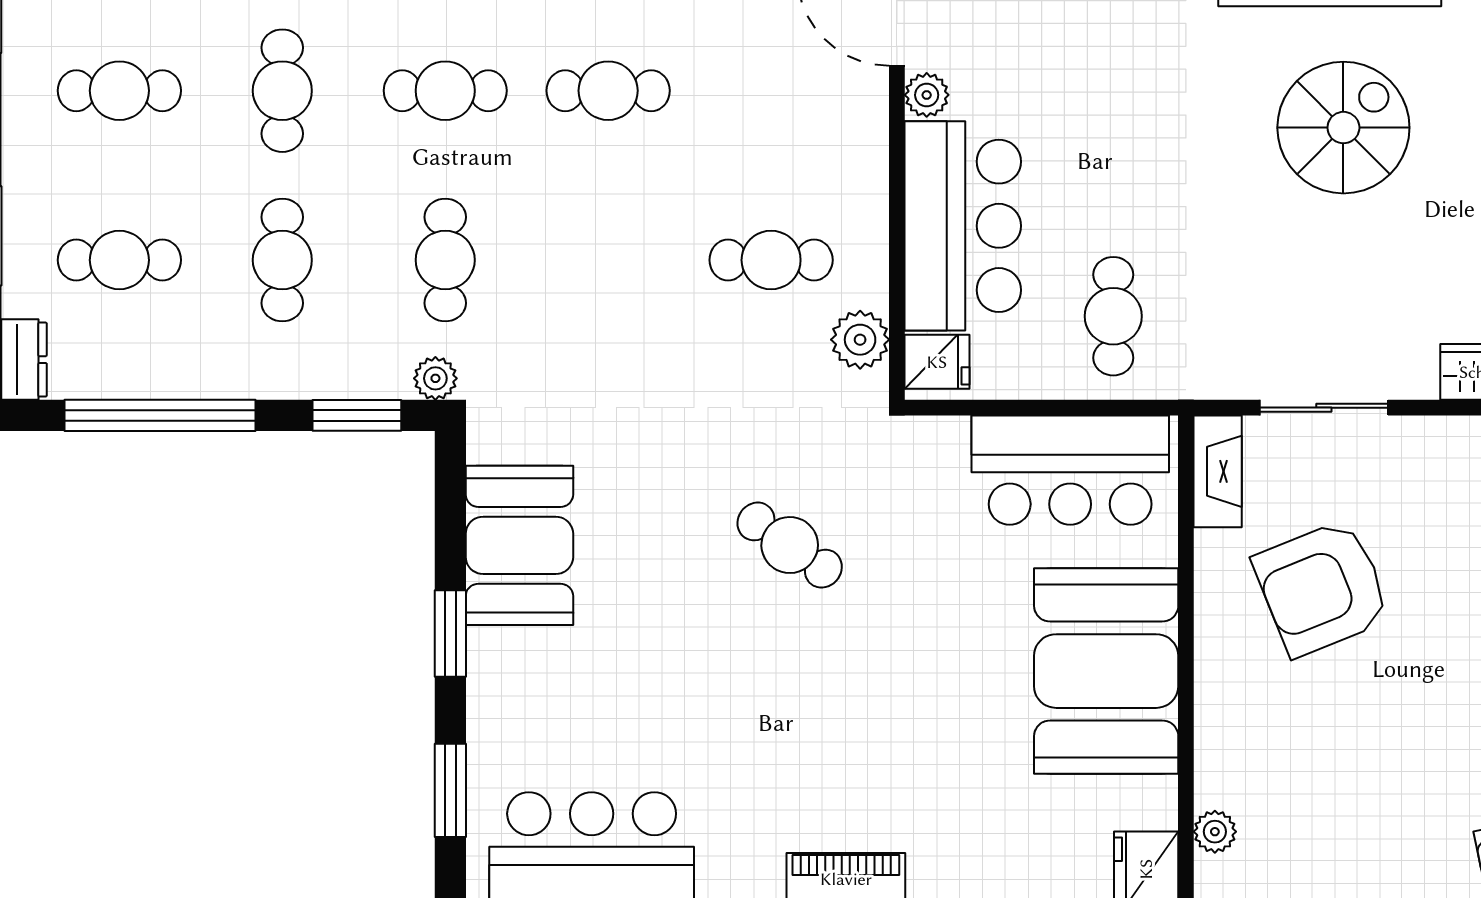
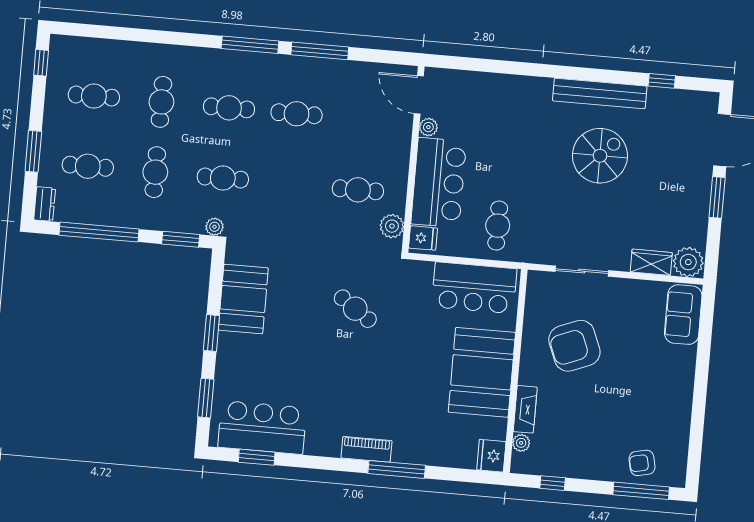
cafe table: (445, 260) -> (223, 178), turned 90
fireplace: (1218, 471) -> (525, 409), moved

